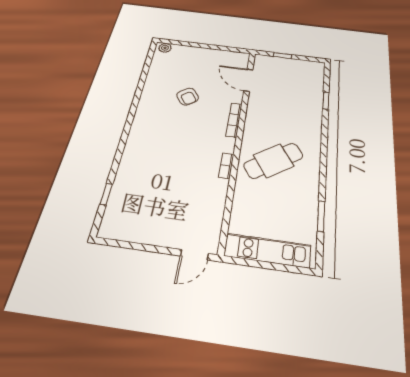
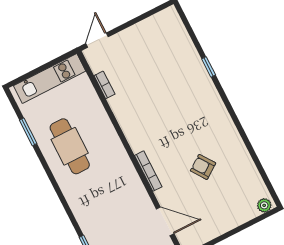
cafe table: (273, 161) -> (70, 146), moved, turned -56
bookcase: (226, 166) -> (104, 85), moved
window: (106, 194) -> (209, 67), moved

